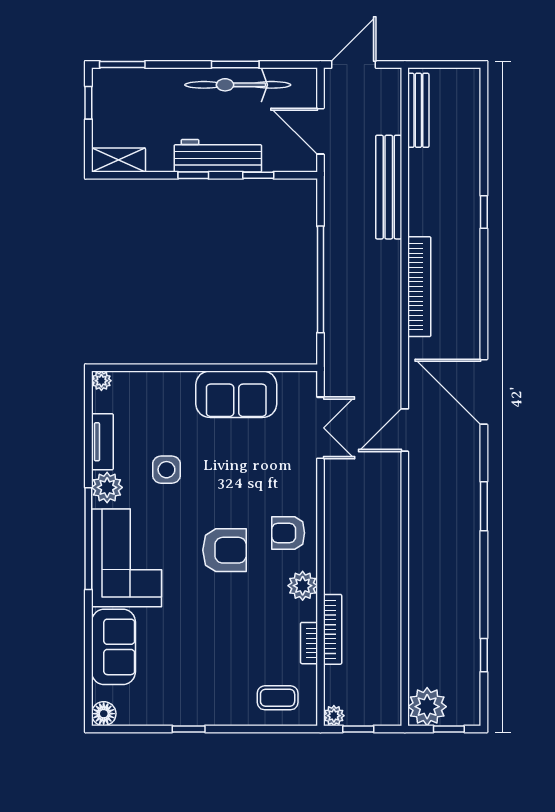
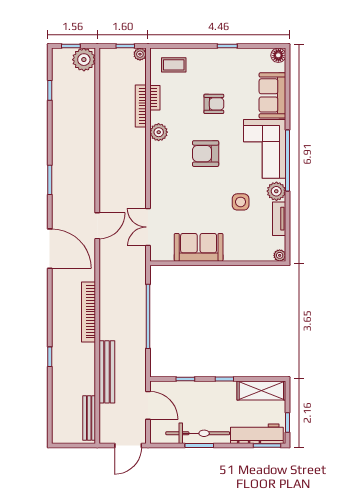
workbench: (218, 156) -> (257, 434), moved, turned 180
shelving: (118, 160) -> (261, 391), width x1.50, depth x1.33
armchair: (288, 533) -> (214, 104), moved

